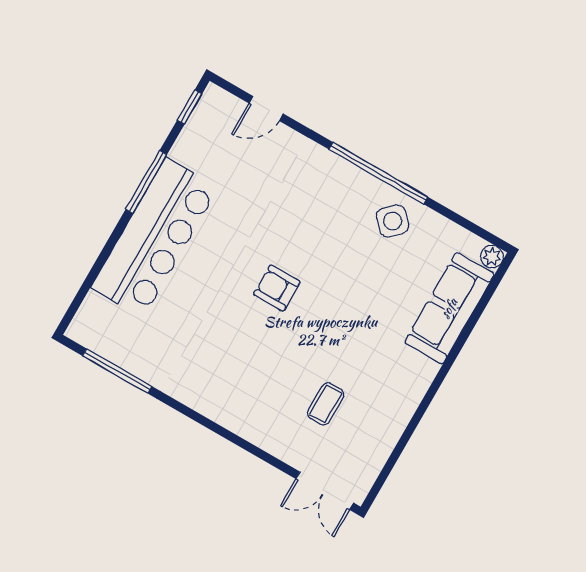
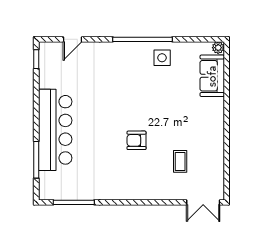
window: (146, 182) -> (36, 160), moved
side table: (393, 221) -> (162, 58), turned 45
armchair: (277, 288) -> (136, 140), moved
sofa: (449, 308) -> (212, 76), width x0.73

